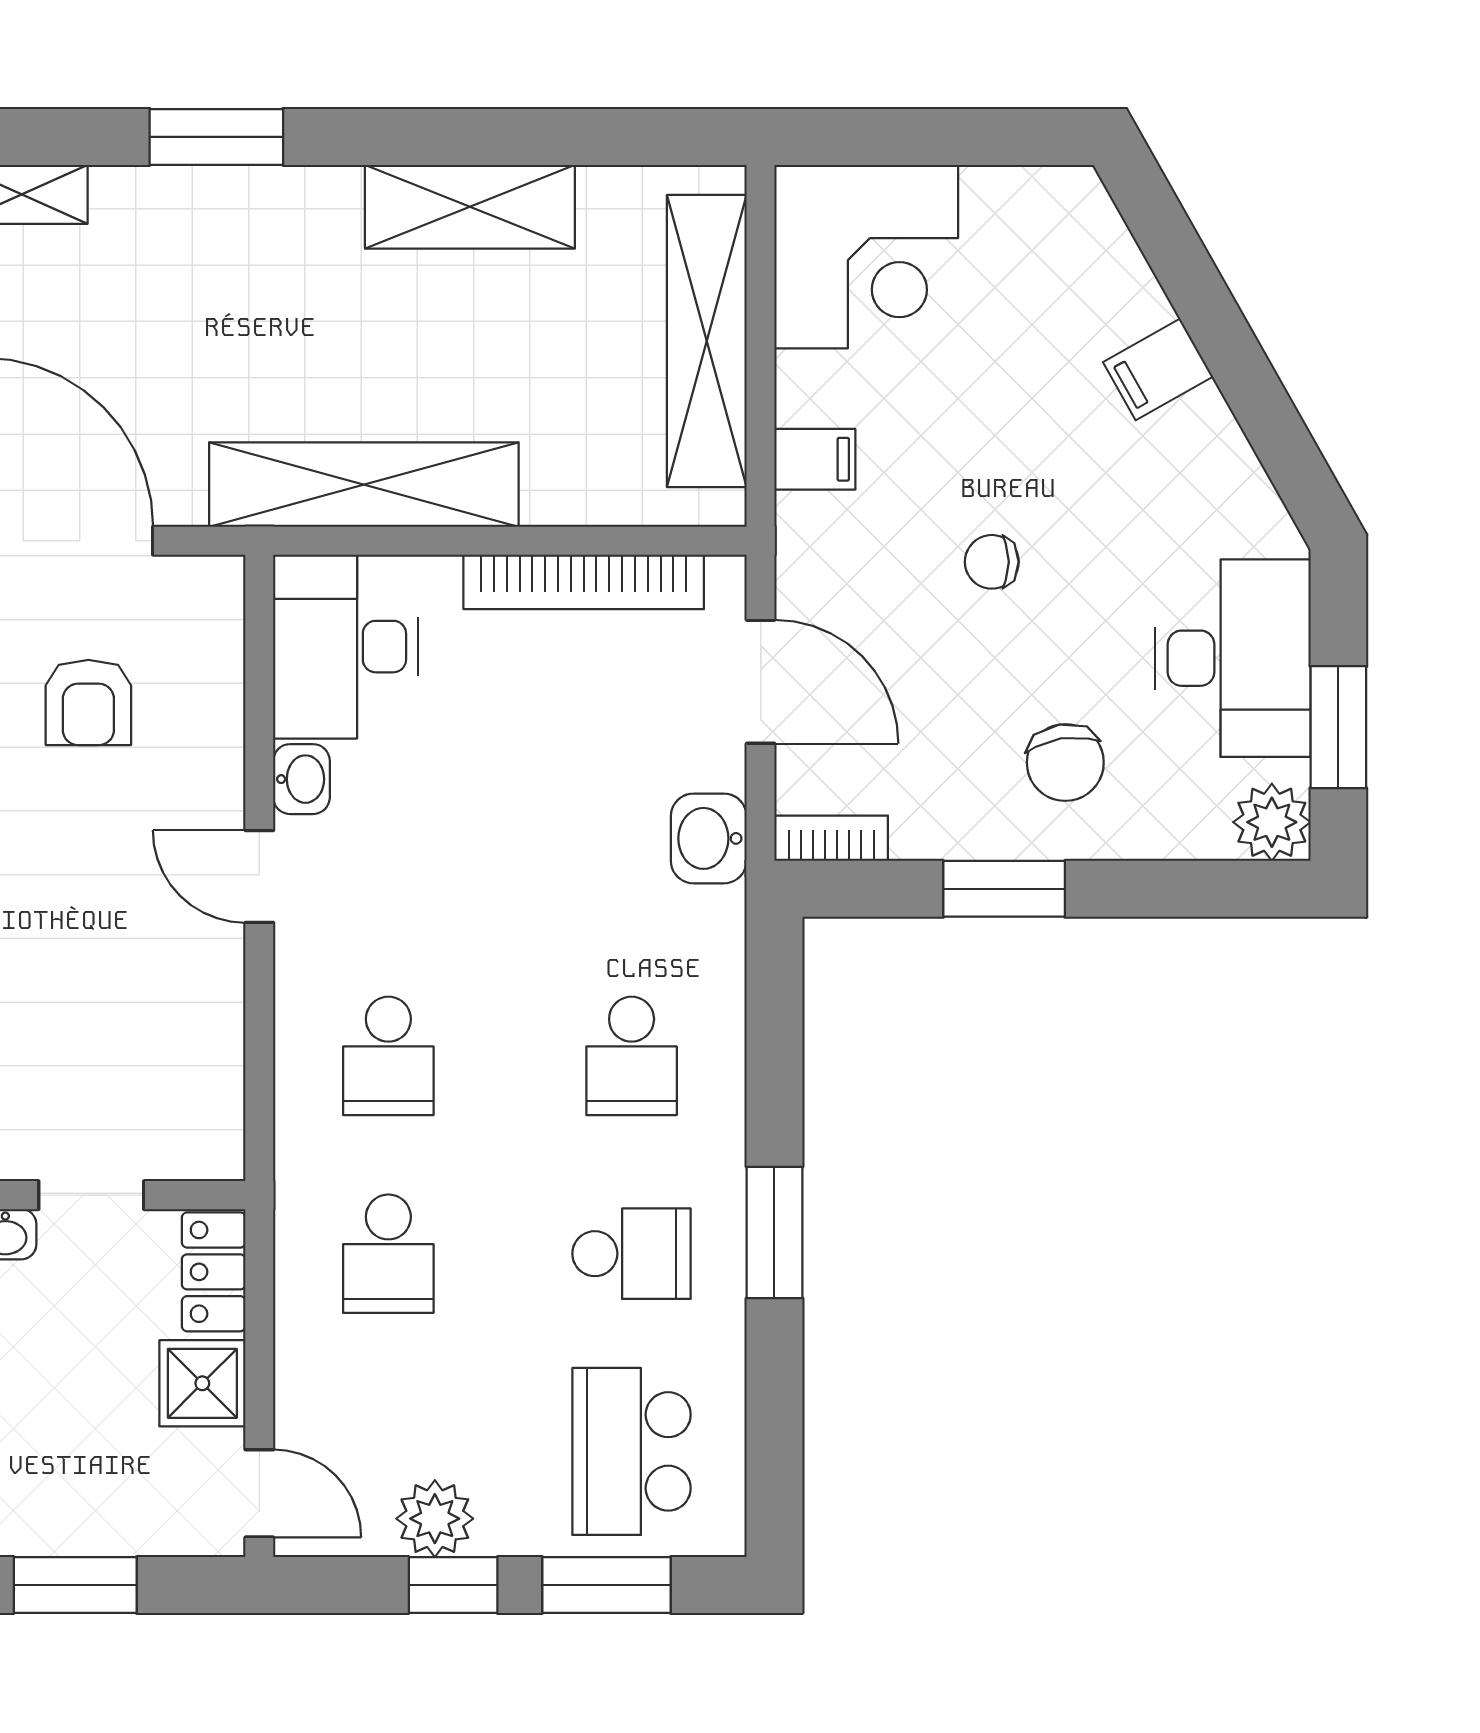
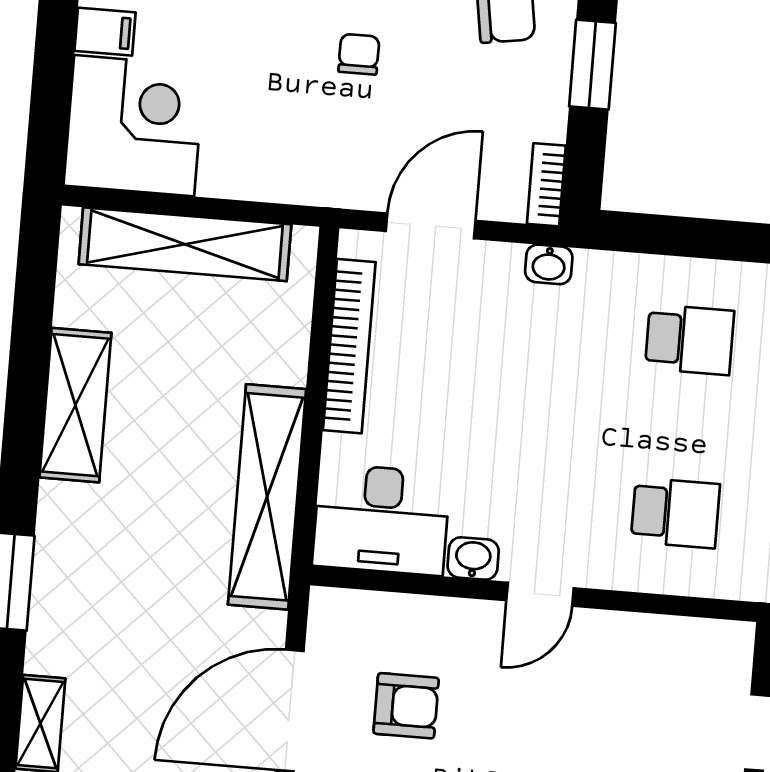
filing cabinet: (815, 459) -> (105, 32), moved, turned 90
chair: (992, 562) -> (359, 54), turned 180
washbasin: (709, 838) -> (549, 264), width x0.72, depth x0.69

